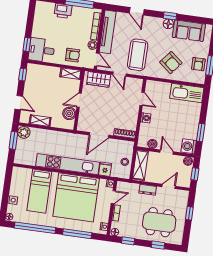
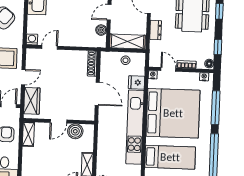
door: (79, 100) -> (59, 121), hinge flipped
washing machine: (146, 118) -> (32, 39), moved

